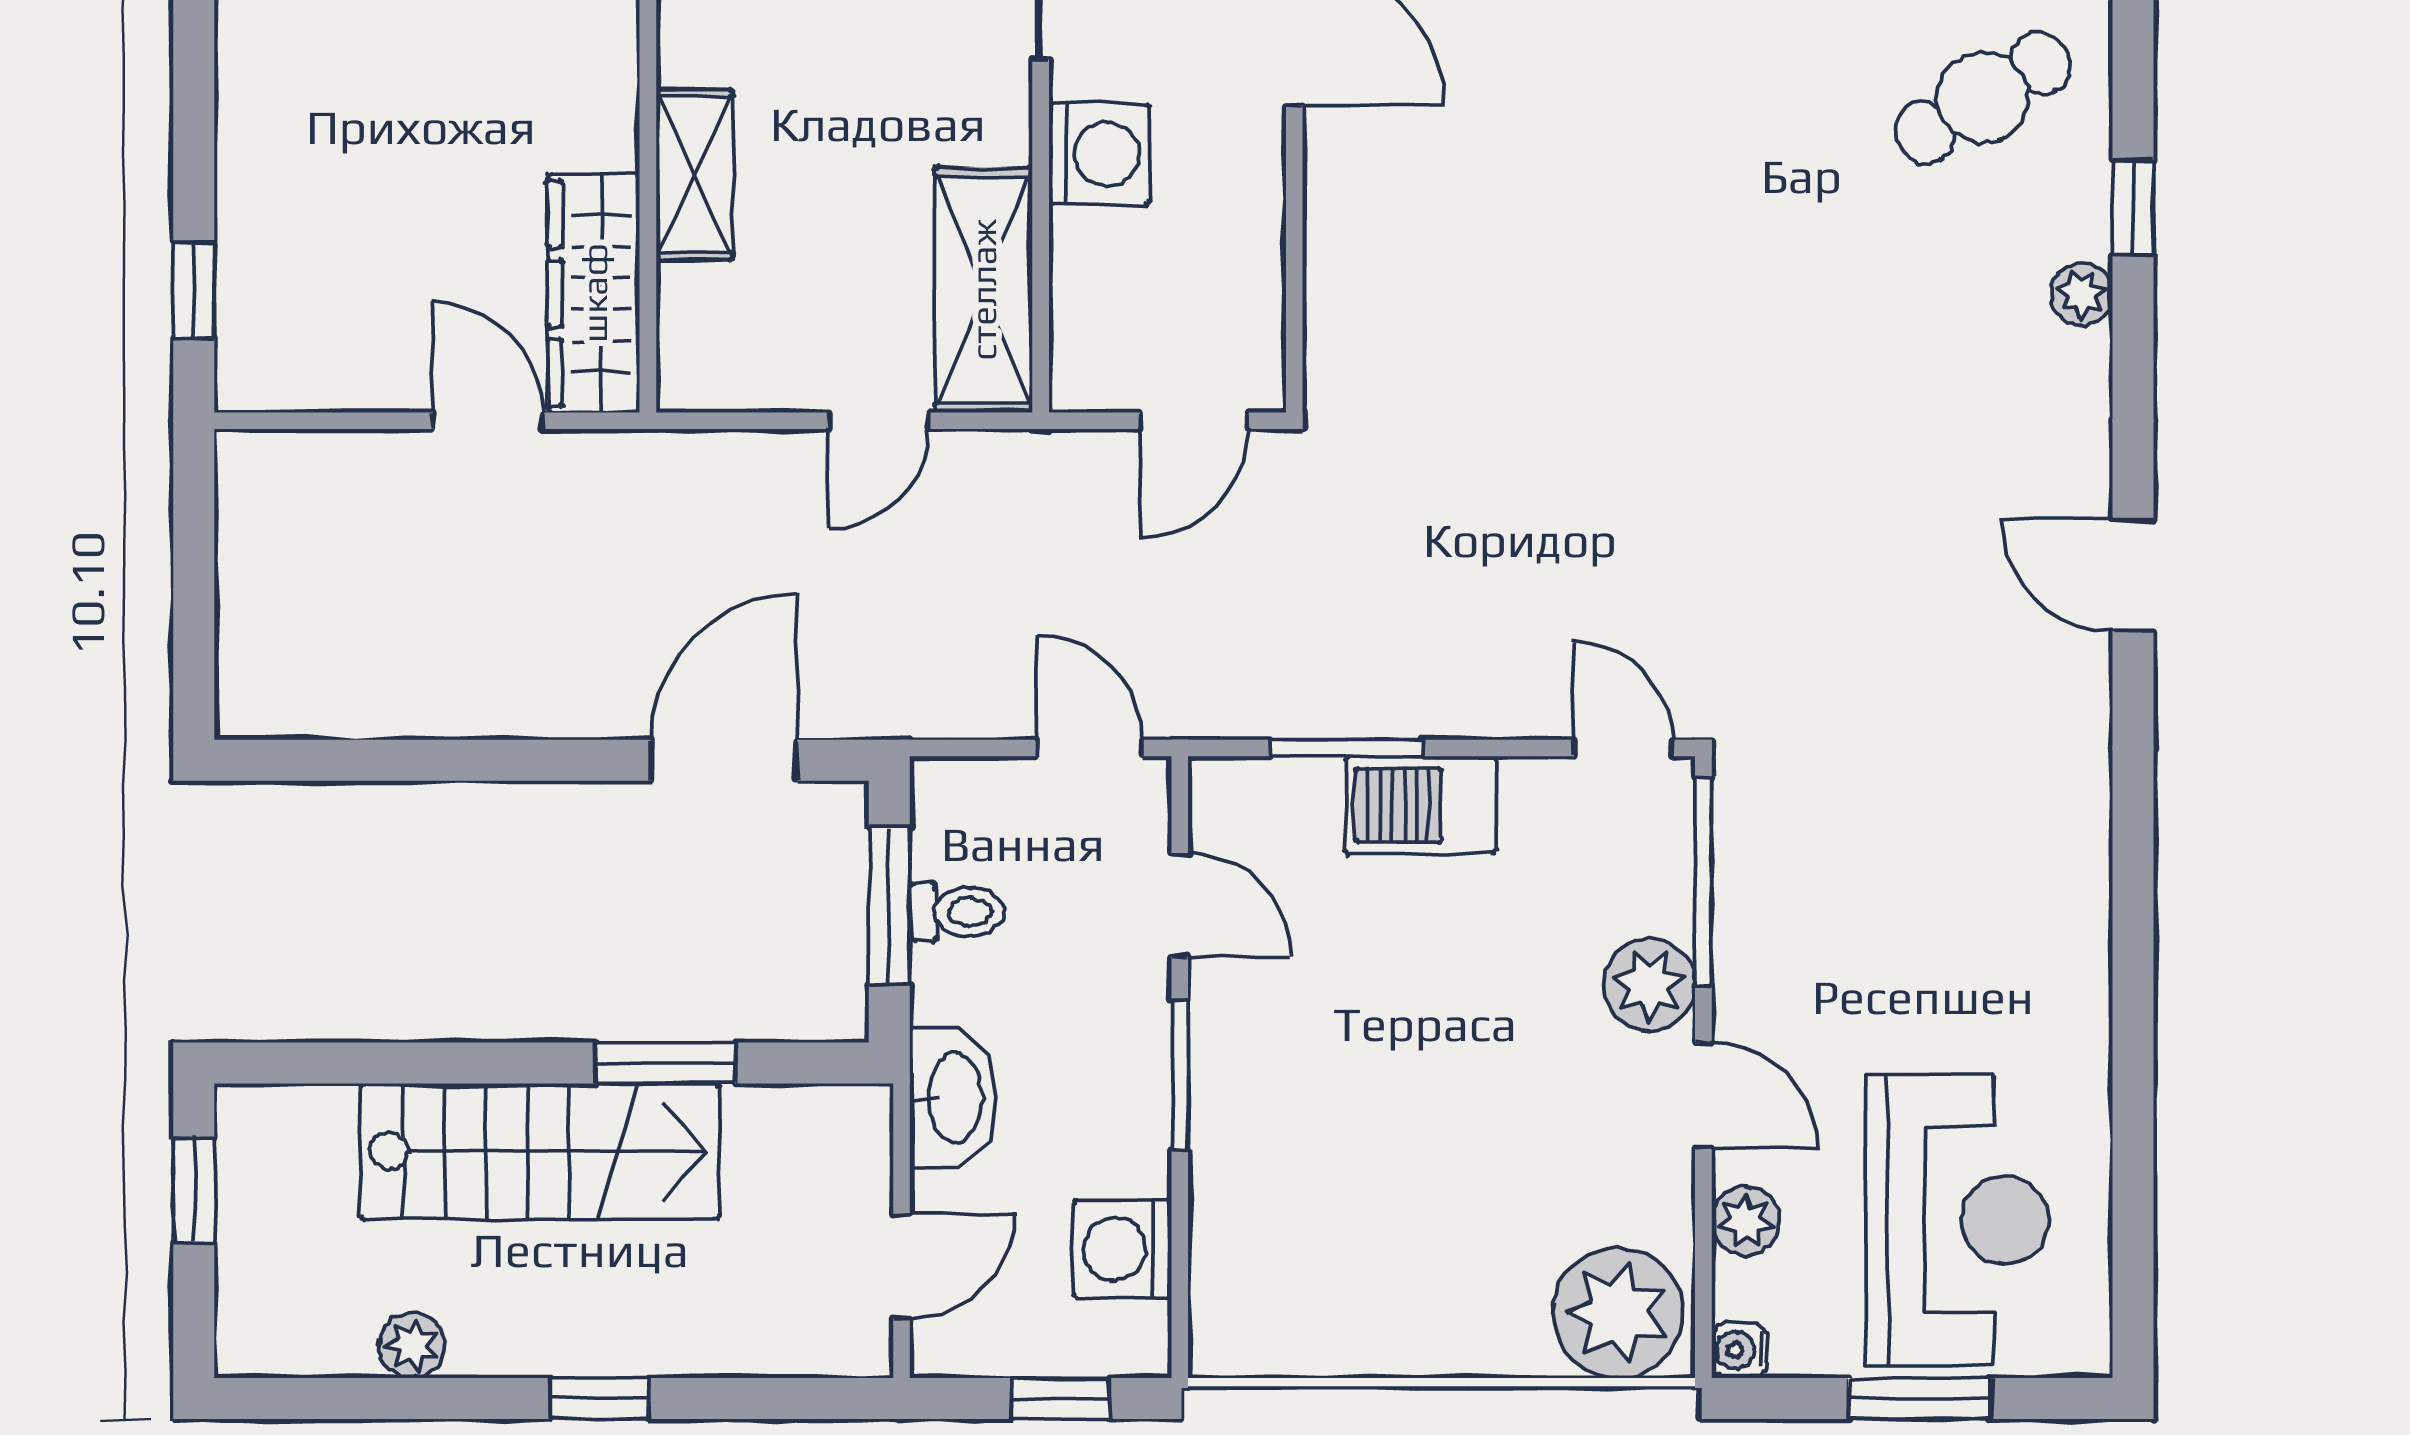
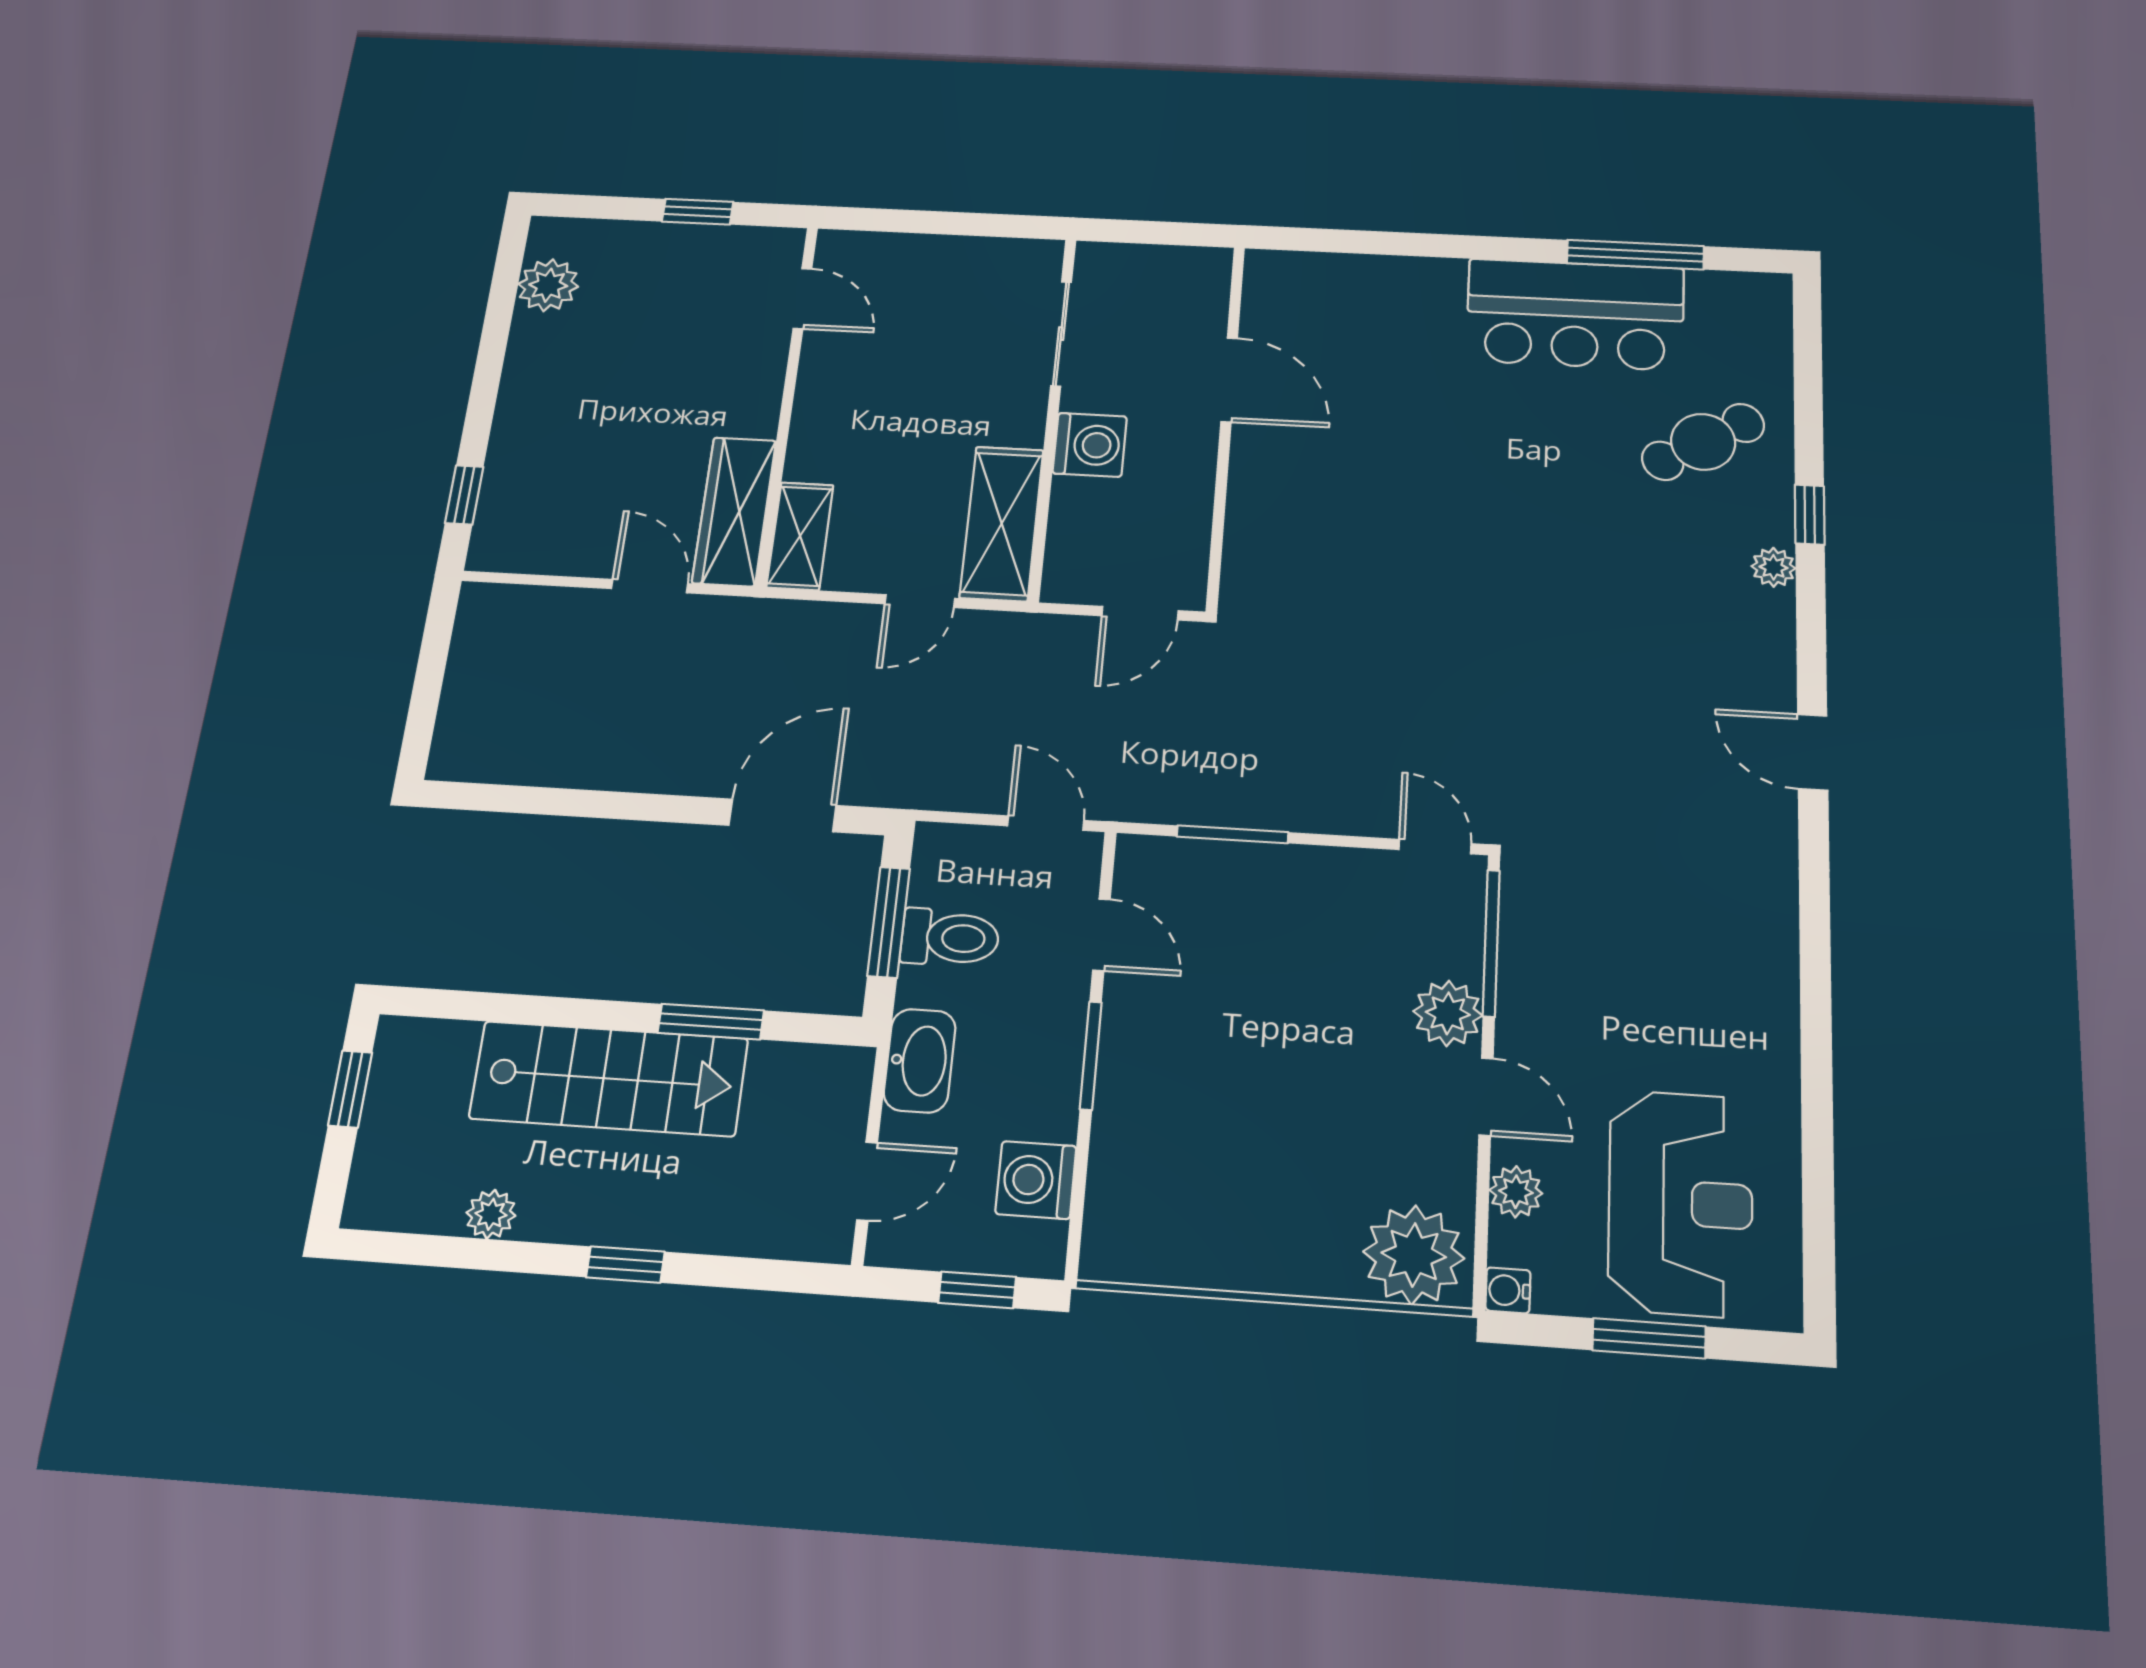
shelving: (694, 174) -> (800, 536), moved
barbecue: (1421, 805) -> (1284, 877), removed
toilet: (957, 912) -> (950, 938), width x1.37, depth x1.39

